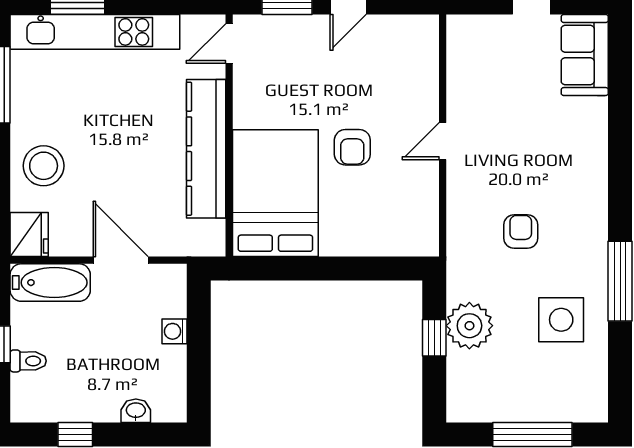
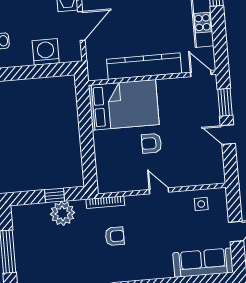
sofa: (585, 55) -> (203, 263), width x1.36
bookcase: (455, 244) -> (105, 202), added
side table: (561, 320) -> (201, 204), moved, width x0.54, depth x0.54
washing machine: (174, 331) -> (46, 52), width x1.89, depth x1.89

